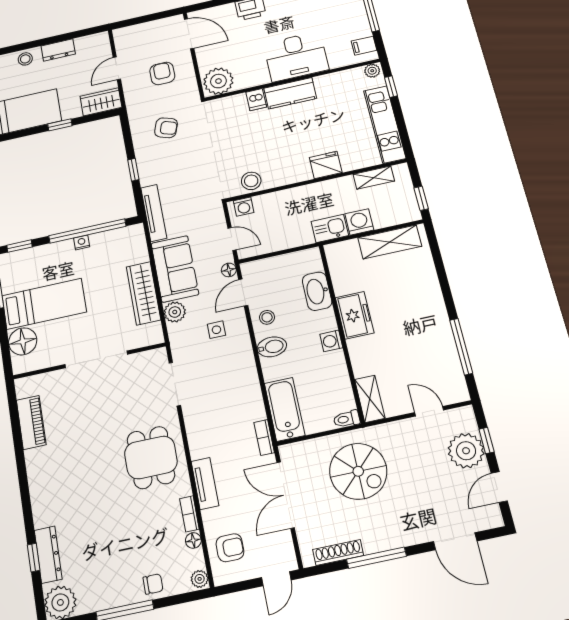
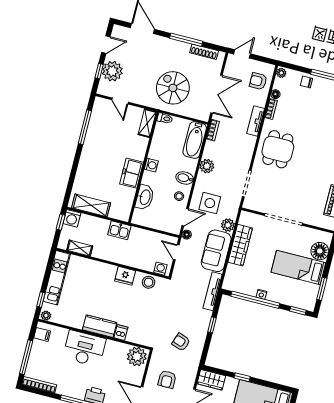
fridge: (326, 165) -> (125, 276), moved
washing machine: (359, 222) -> (72, 218), moved
side table: (216, 330) -> (210, 203), width x1.87, depth x1.87
plant: (247, 380) -> (207, 166), added

